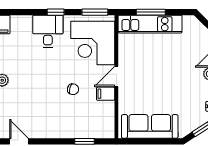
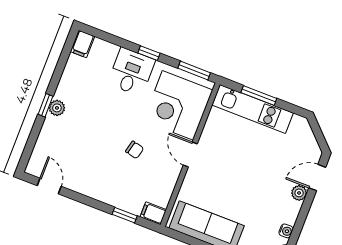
door: (116, 76) -> (190, 154), hinge flipped
filing cabinet: (106, 94) -> (153, 213), moved

